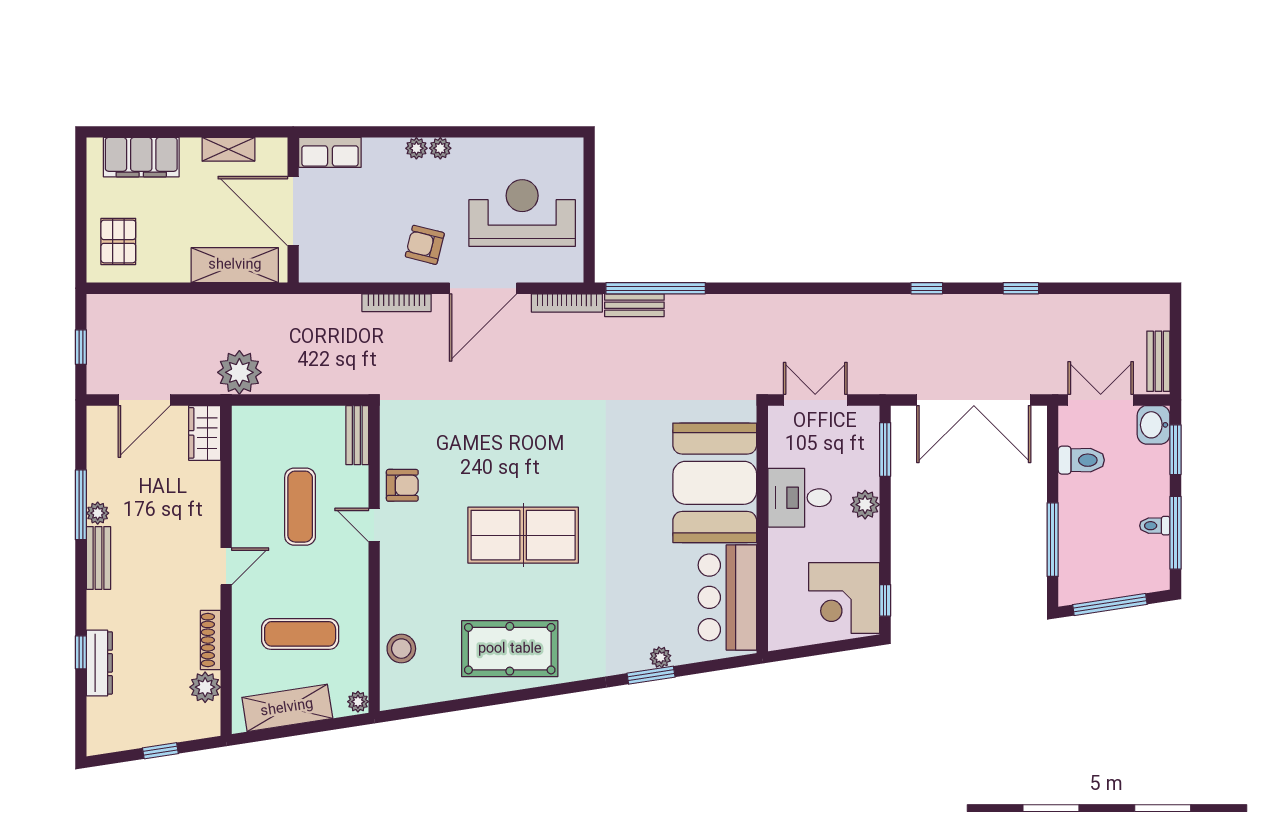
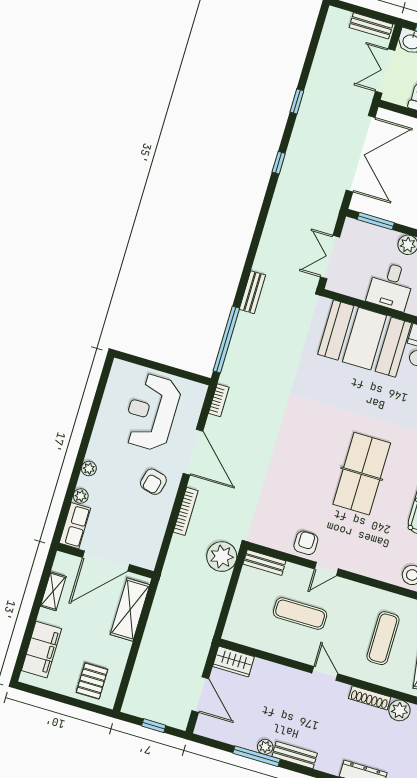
plant: (440, 148) -> (81, 496), moved
pallet: (118, 241) -> (92, 681), turned 90
bookcase: (567, 303) -> (219, 400), width x0.64
bench: (634, 305) -> (252, 292), moved
plant: (239, 372) -> (222, 557), moved

